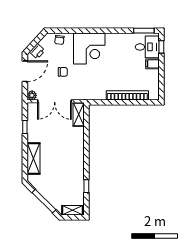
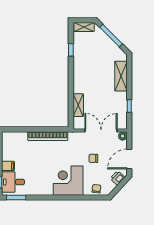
bookcase: (127, 95) -> (48, 136), moved
shelving: (79, 114) -> (78, 105), moved

